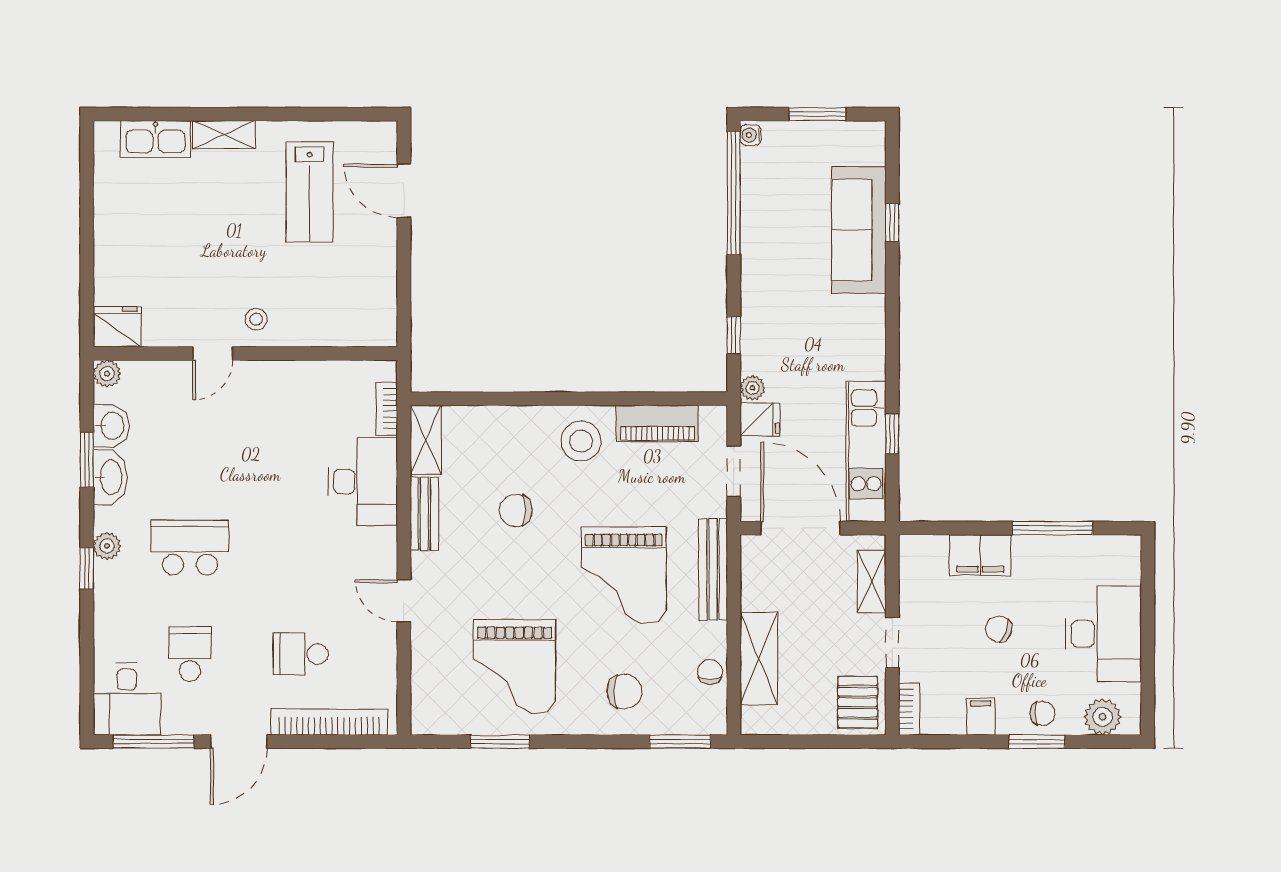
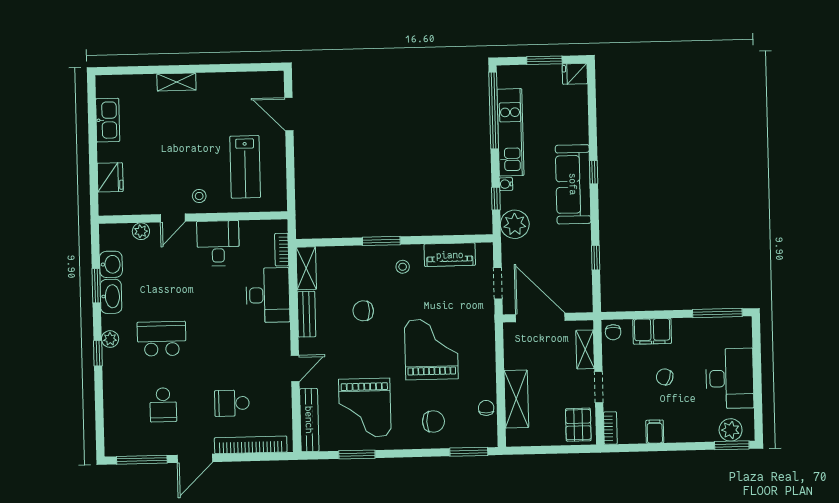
water cooler: (751, 135) -> (506, 184), moved
kitchen sink: (155, 139) -> (108, 120), moved, turned -90
lab bench: (310, 192) -> (245, 167), moved
window: (892, 222) -> (594, 172), moved
sofa: (859, 230) -> (573, 184), moved
fridge: (118, 327) -> (110, 177), moved, turned 90
plant: (107, 374) -> (141, 231), moved
plant: (752, 388) -> (515, 224), width x1.87, depth x1.87
window: (548, 399) -> (381, 241), added
fridge: (760, 419) -> (575, 74), moved, turned 180
stool: (581, 441) -> (403, 267), width x0.53, depth x0.53
kitchen unit: (866, 451) -> (511, 132), moved, turned 180
window: (1053, 528) -> (717, 313), moved
bench: (713, 569) -> (309, 420), moved
grand piano: (624, 575) -> (431, 349), turned 180
door: (404, 601) -> (295, 369), swing flipped
school desk: (190, 654) -> (163, 405), turned 180
desk: (127, 699) -> (218, 243), moved, turned 180
chair: (1042, 713) -> (613, 332), moved, turned 90
window: (1037, 742) -> (732, 445), moved

